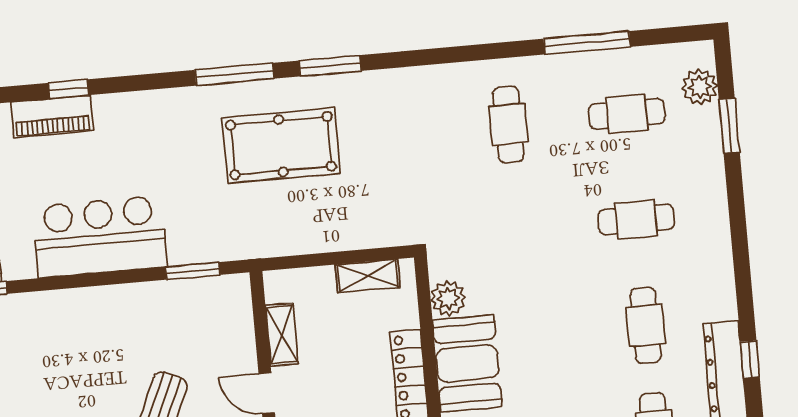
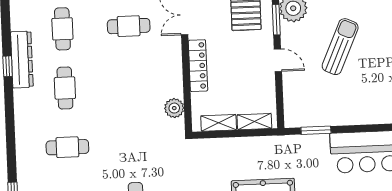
shelving: (282, 335) -> (254, 122), moved, turned 90
booth: (467, 363) -> (165, 71), removed

